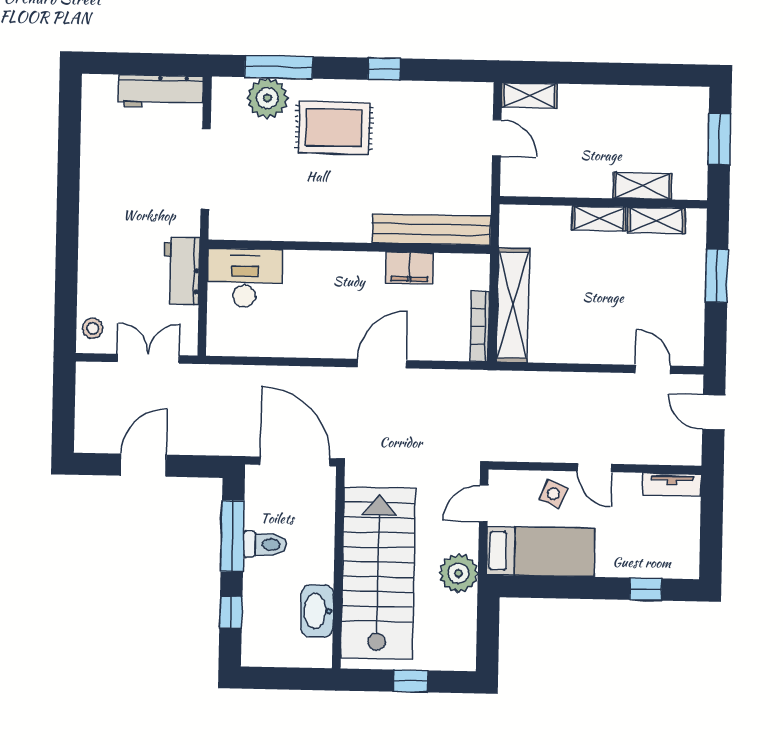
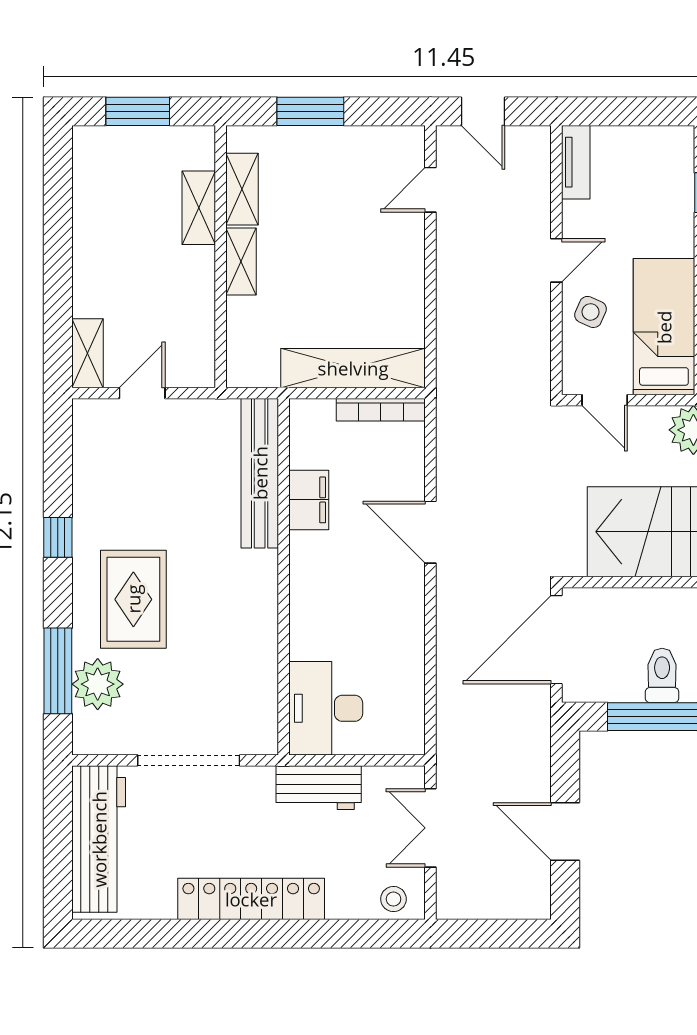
workbench: (161, 91) -> (99, 839), width x1.36, depth x1.32
locker: (95, 216) -> (251, 899), added
door: (714, 412) -> (483, 111), hinge flipped

